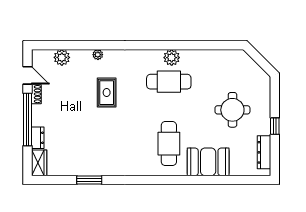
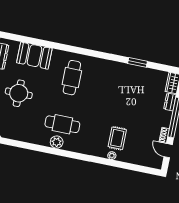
plant: (62, 57) -> (139, 159), removed
rug: (107, 93) -> (117, 138), moved
booth: (208, 162) -> (34, 56), moved

